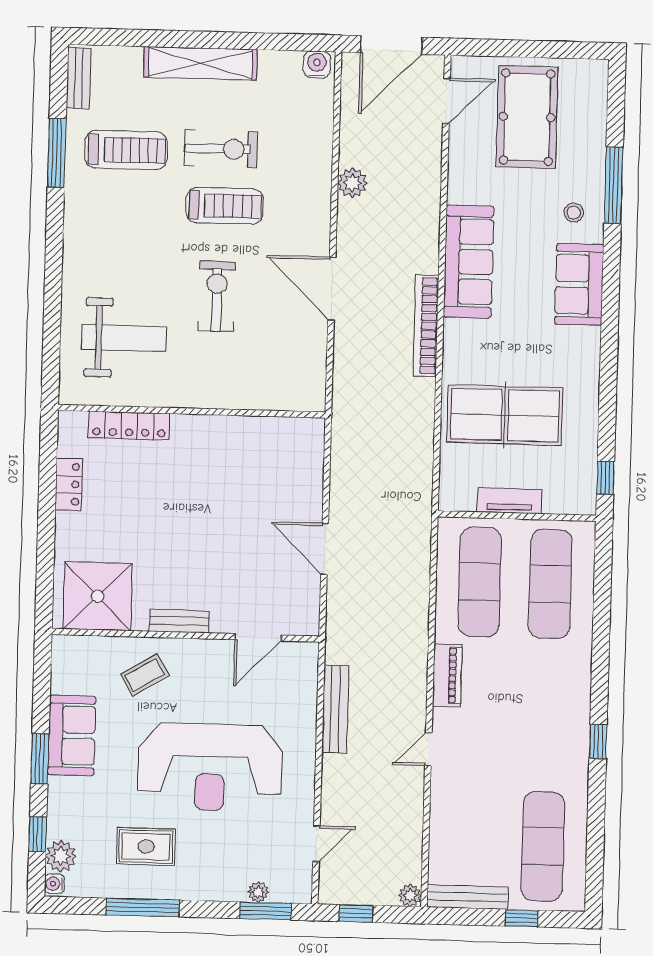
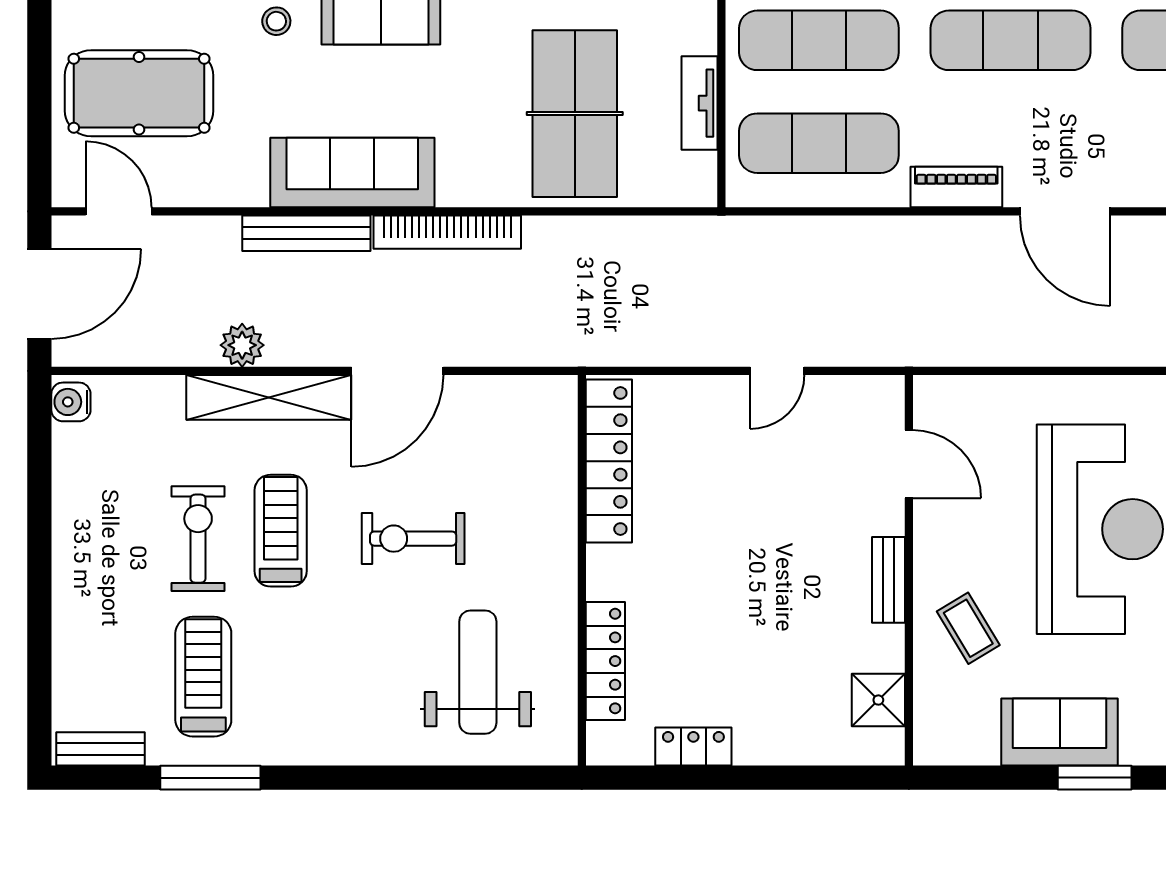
door: (391, 45) -> (39, 294), hinge flipped
shelving: (201, 63) -> (269, 397), moved, turned 90
locker: (266, 432) -> (609, 461), added
door: (325, 549) -> (777, 371), width x0.73
shower: (98, 596) -> (878, 700), width x0.54, depth x0.54
bench: (335, 709) -> (306, 233), moved
exercise mat: (547, 715) -> (1010, 40), added
door: (428, 749) -> (1065, 211), width x1.87

